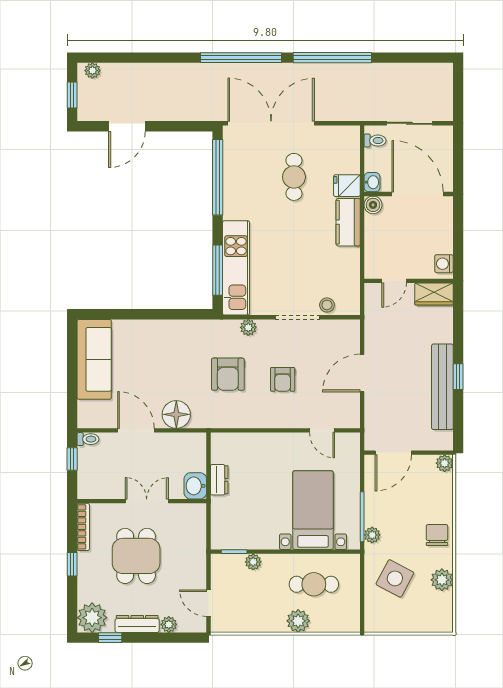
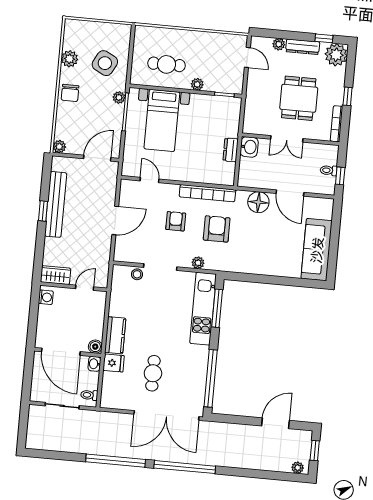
bookcase: (244, 420) -> (207, 193), added
toilet: (88, 439) -> (329, 170), moved
plant: (253, 562) -> (197, 84), moved
plant: (298, 621) -> (181, 38), removed

